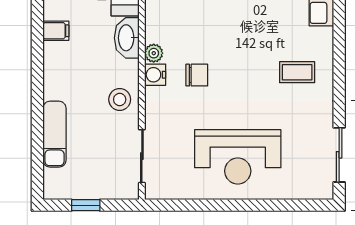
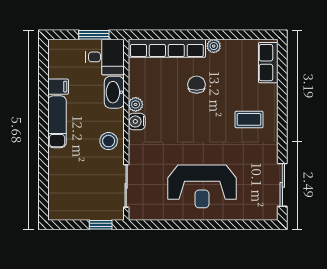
chair: (197, 75) -> (197, 85), moved, turned -90
exam couch: (54, 134) -> (57, 122), moved
window: (86, 205) -> (101, 225), moved

